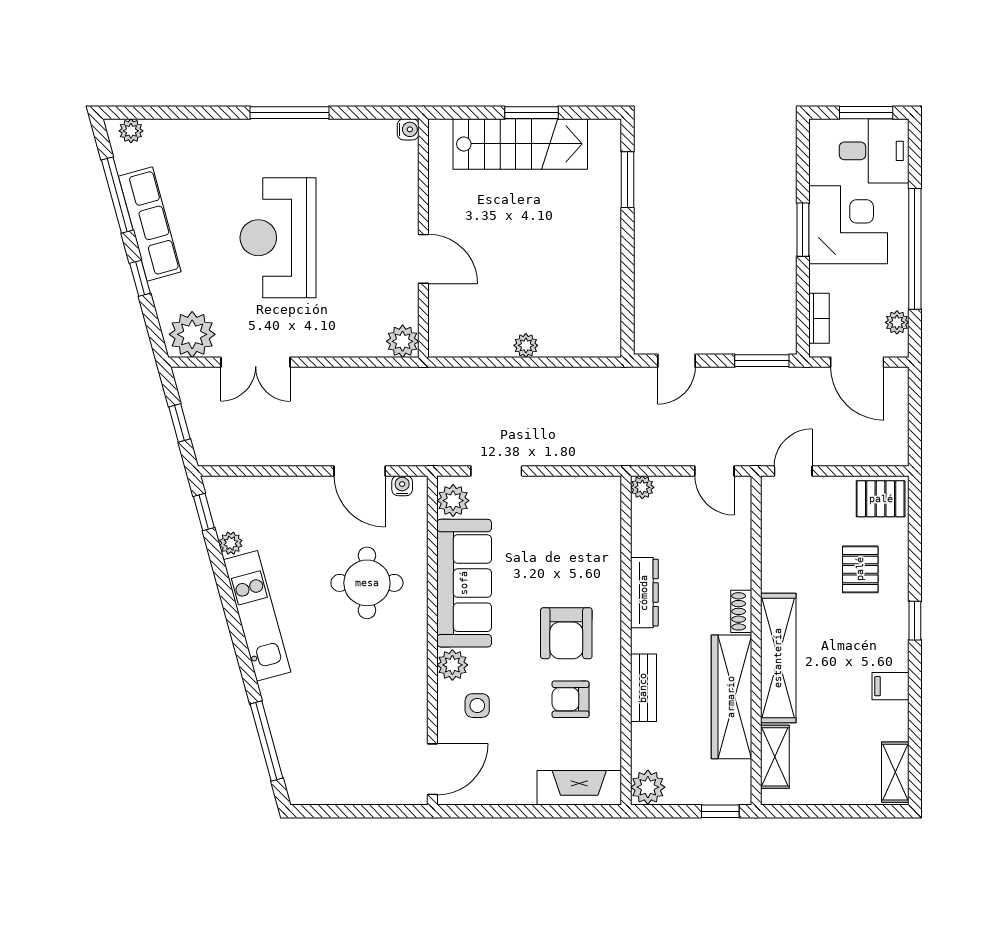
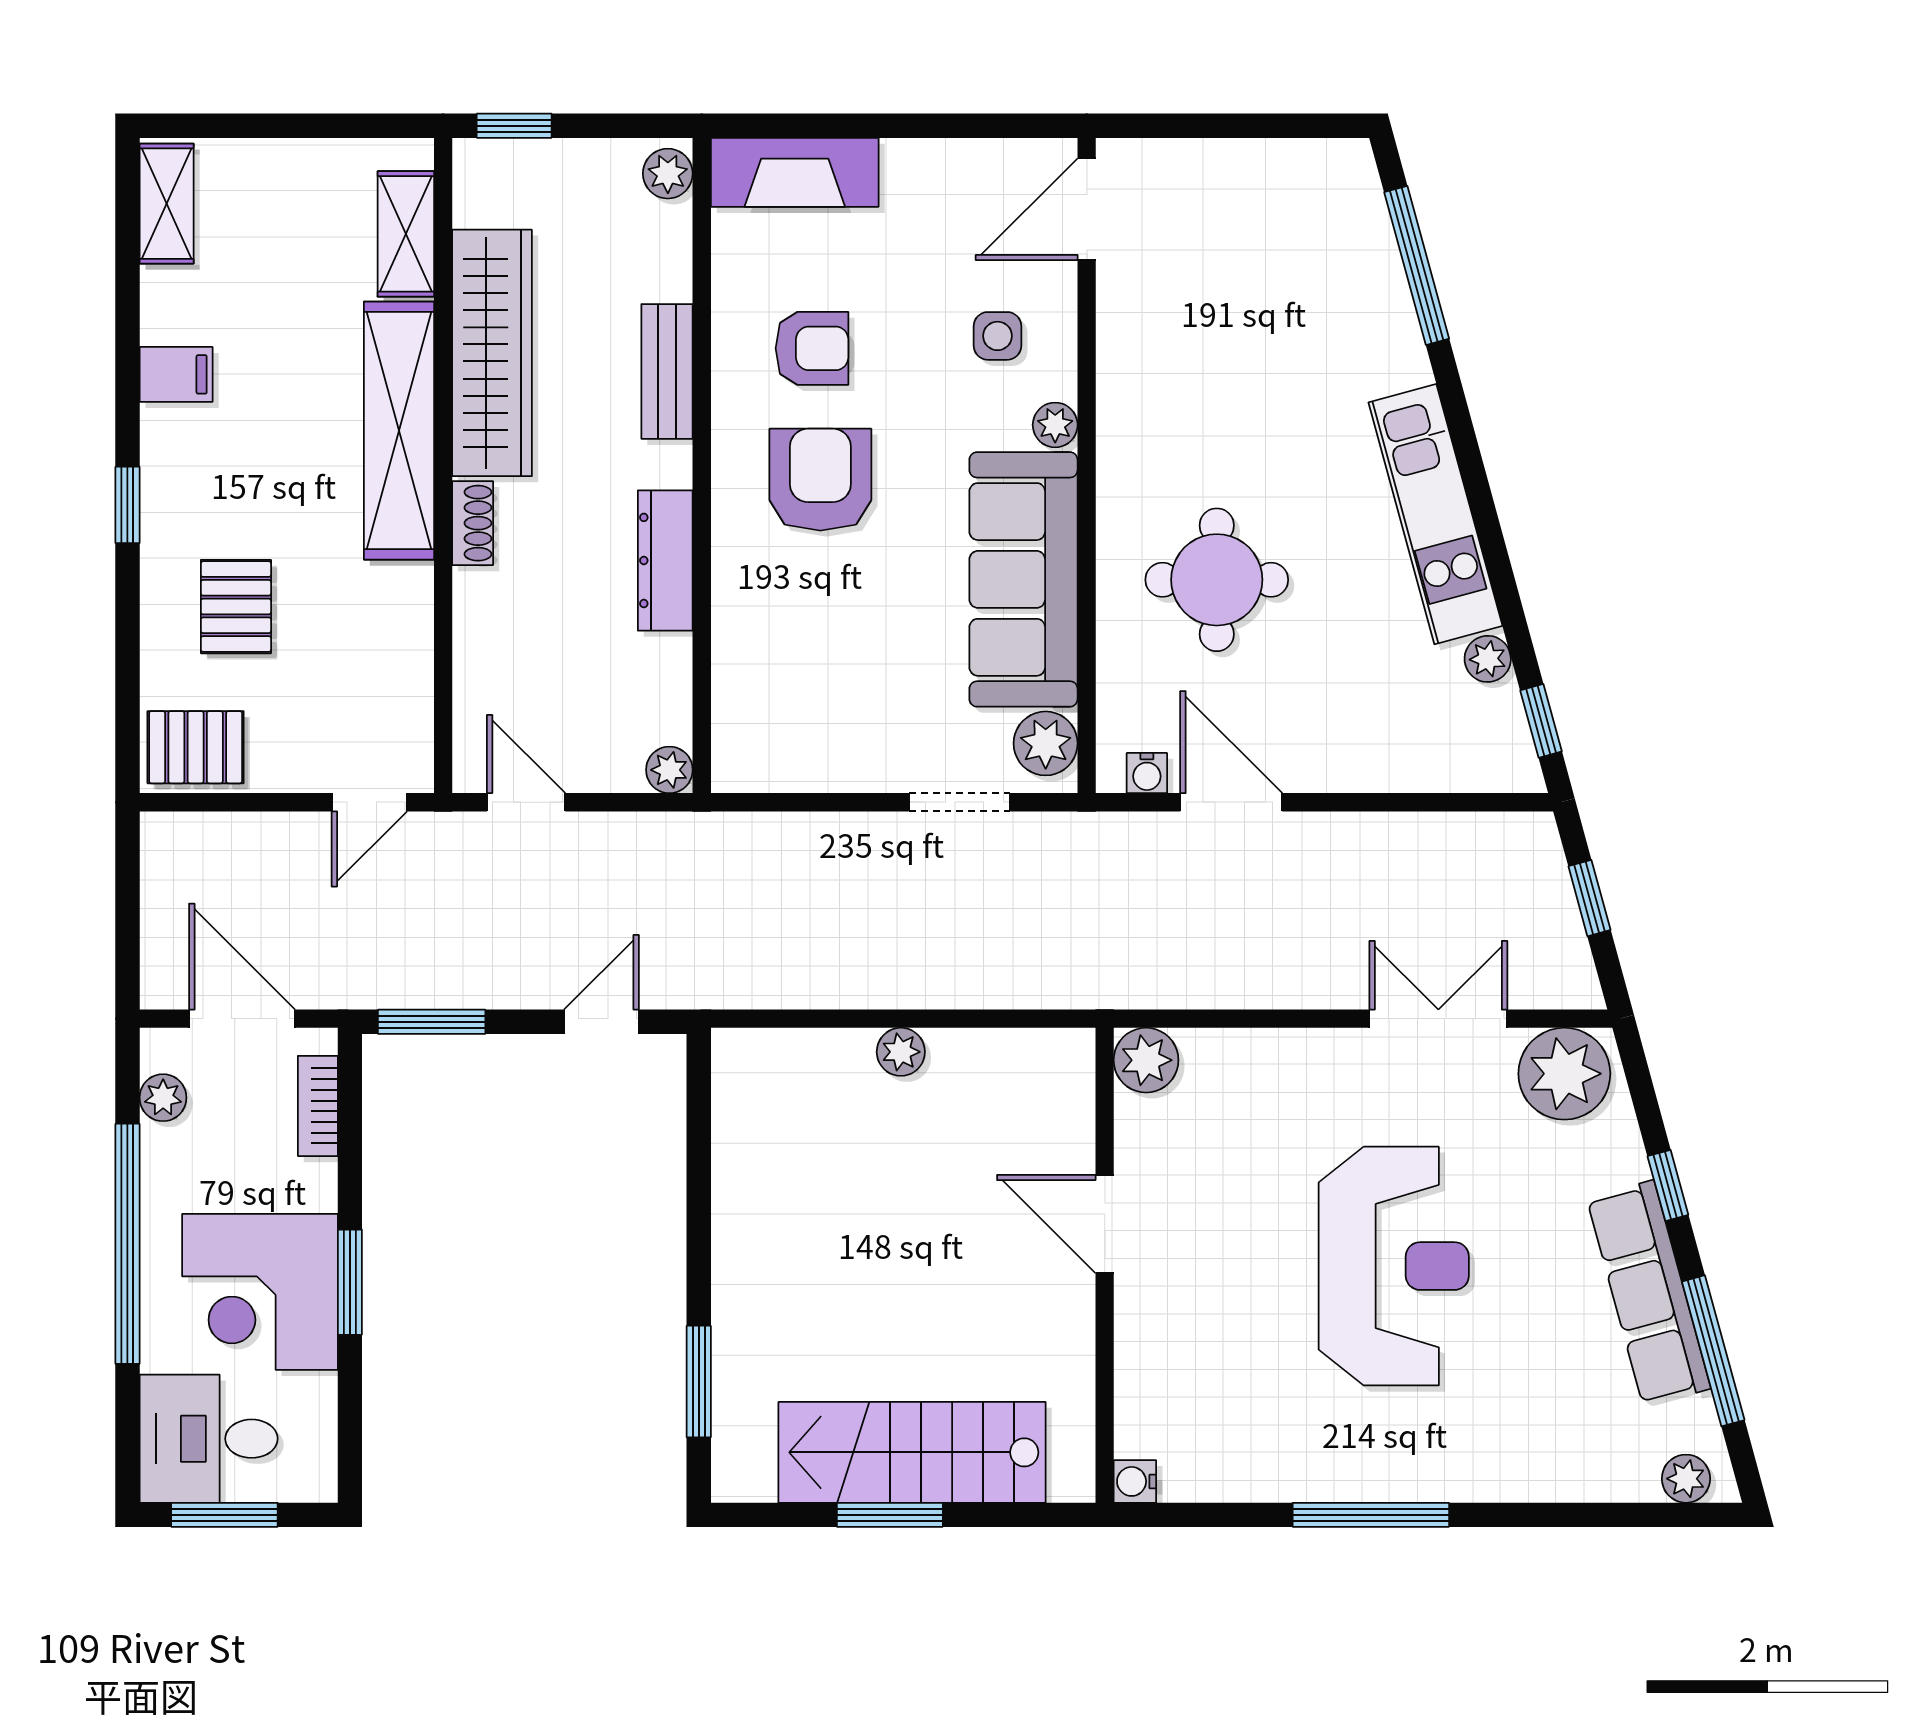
plant: (452, 665) -> (1055, 425), width x0.73, depth x0.73
plant: (648, 787) -> (668, 174), width x0.73, depth x0.73

